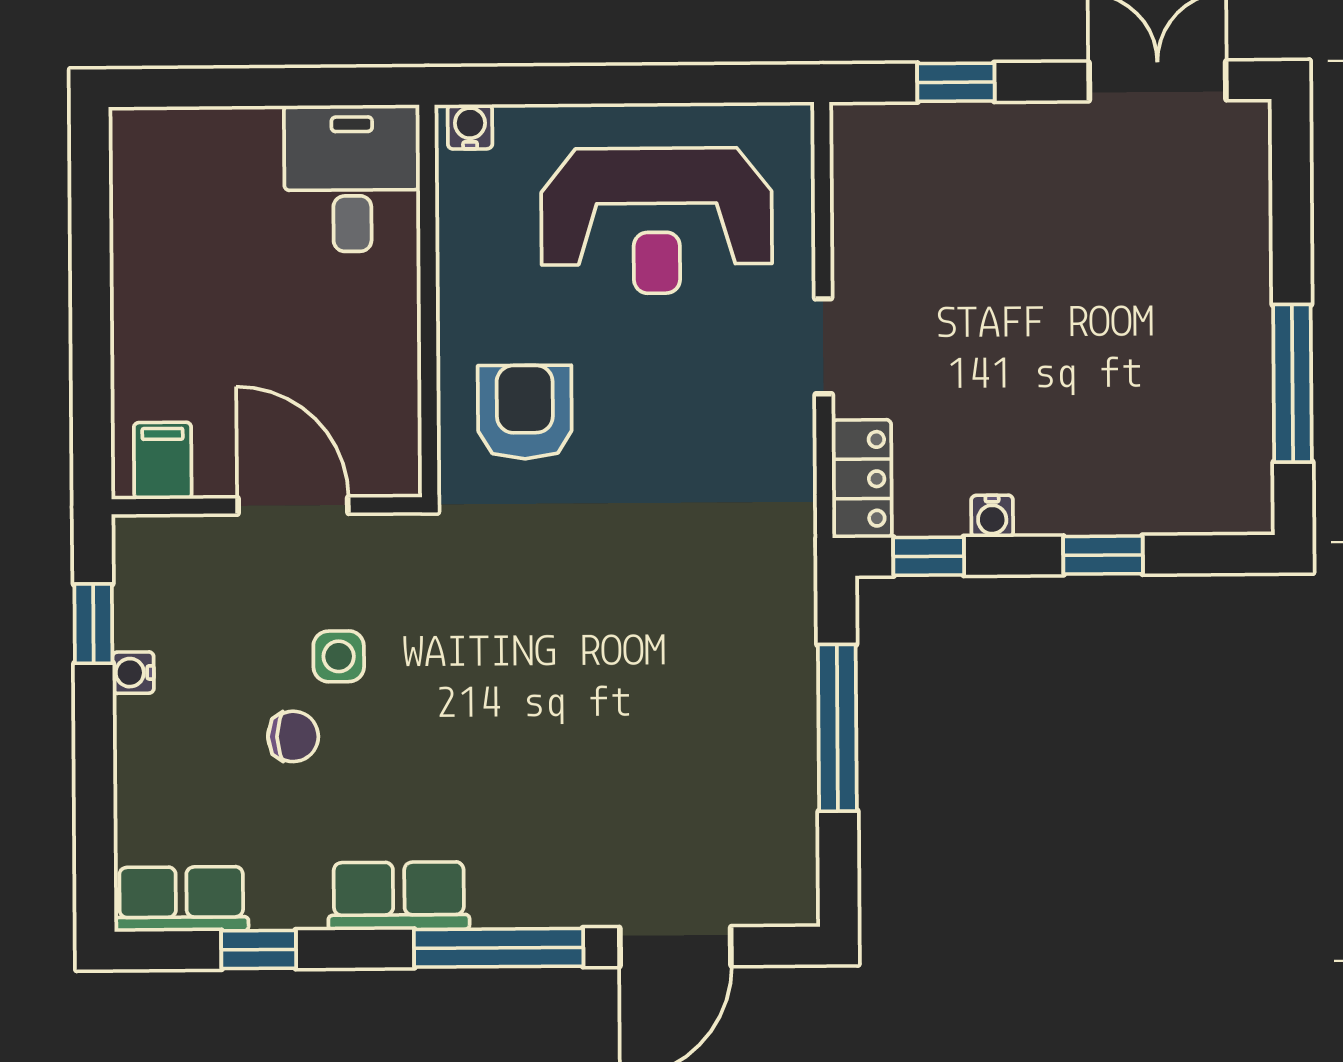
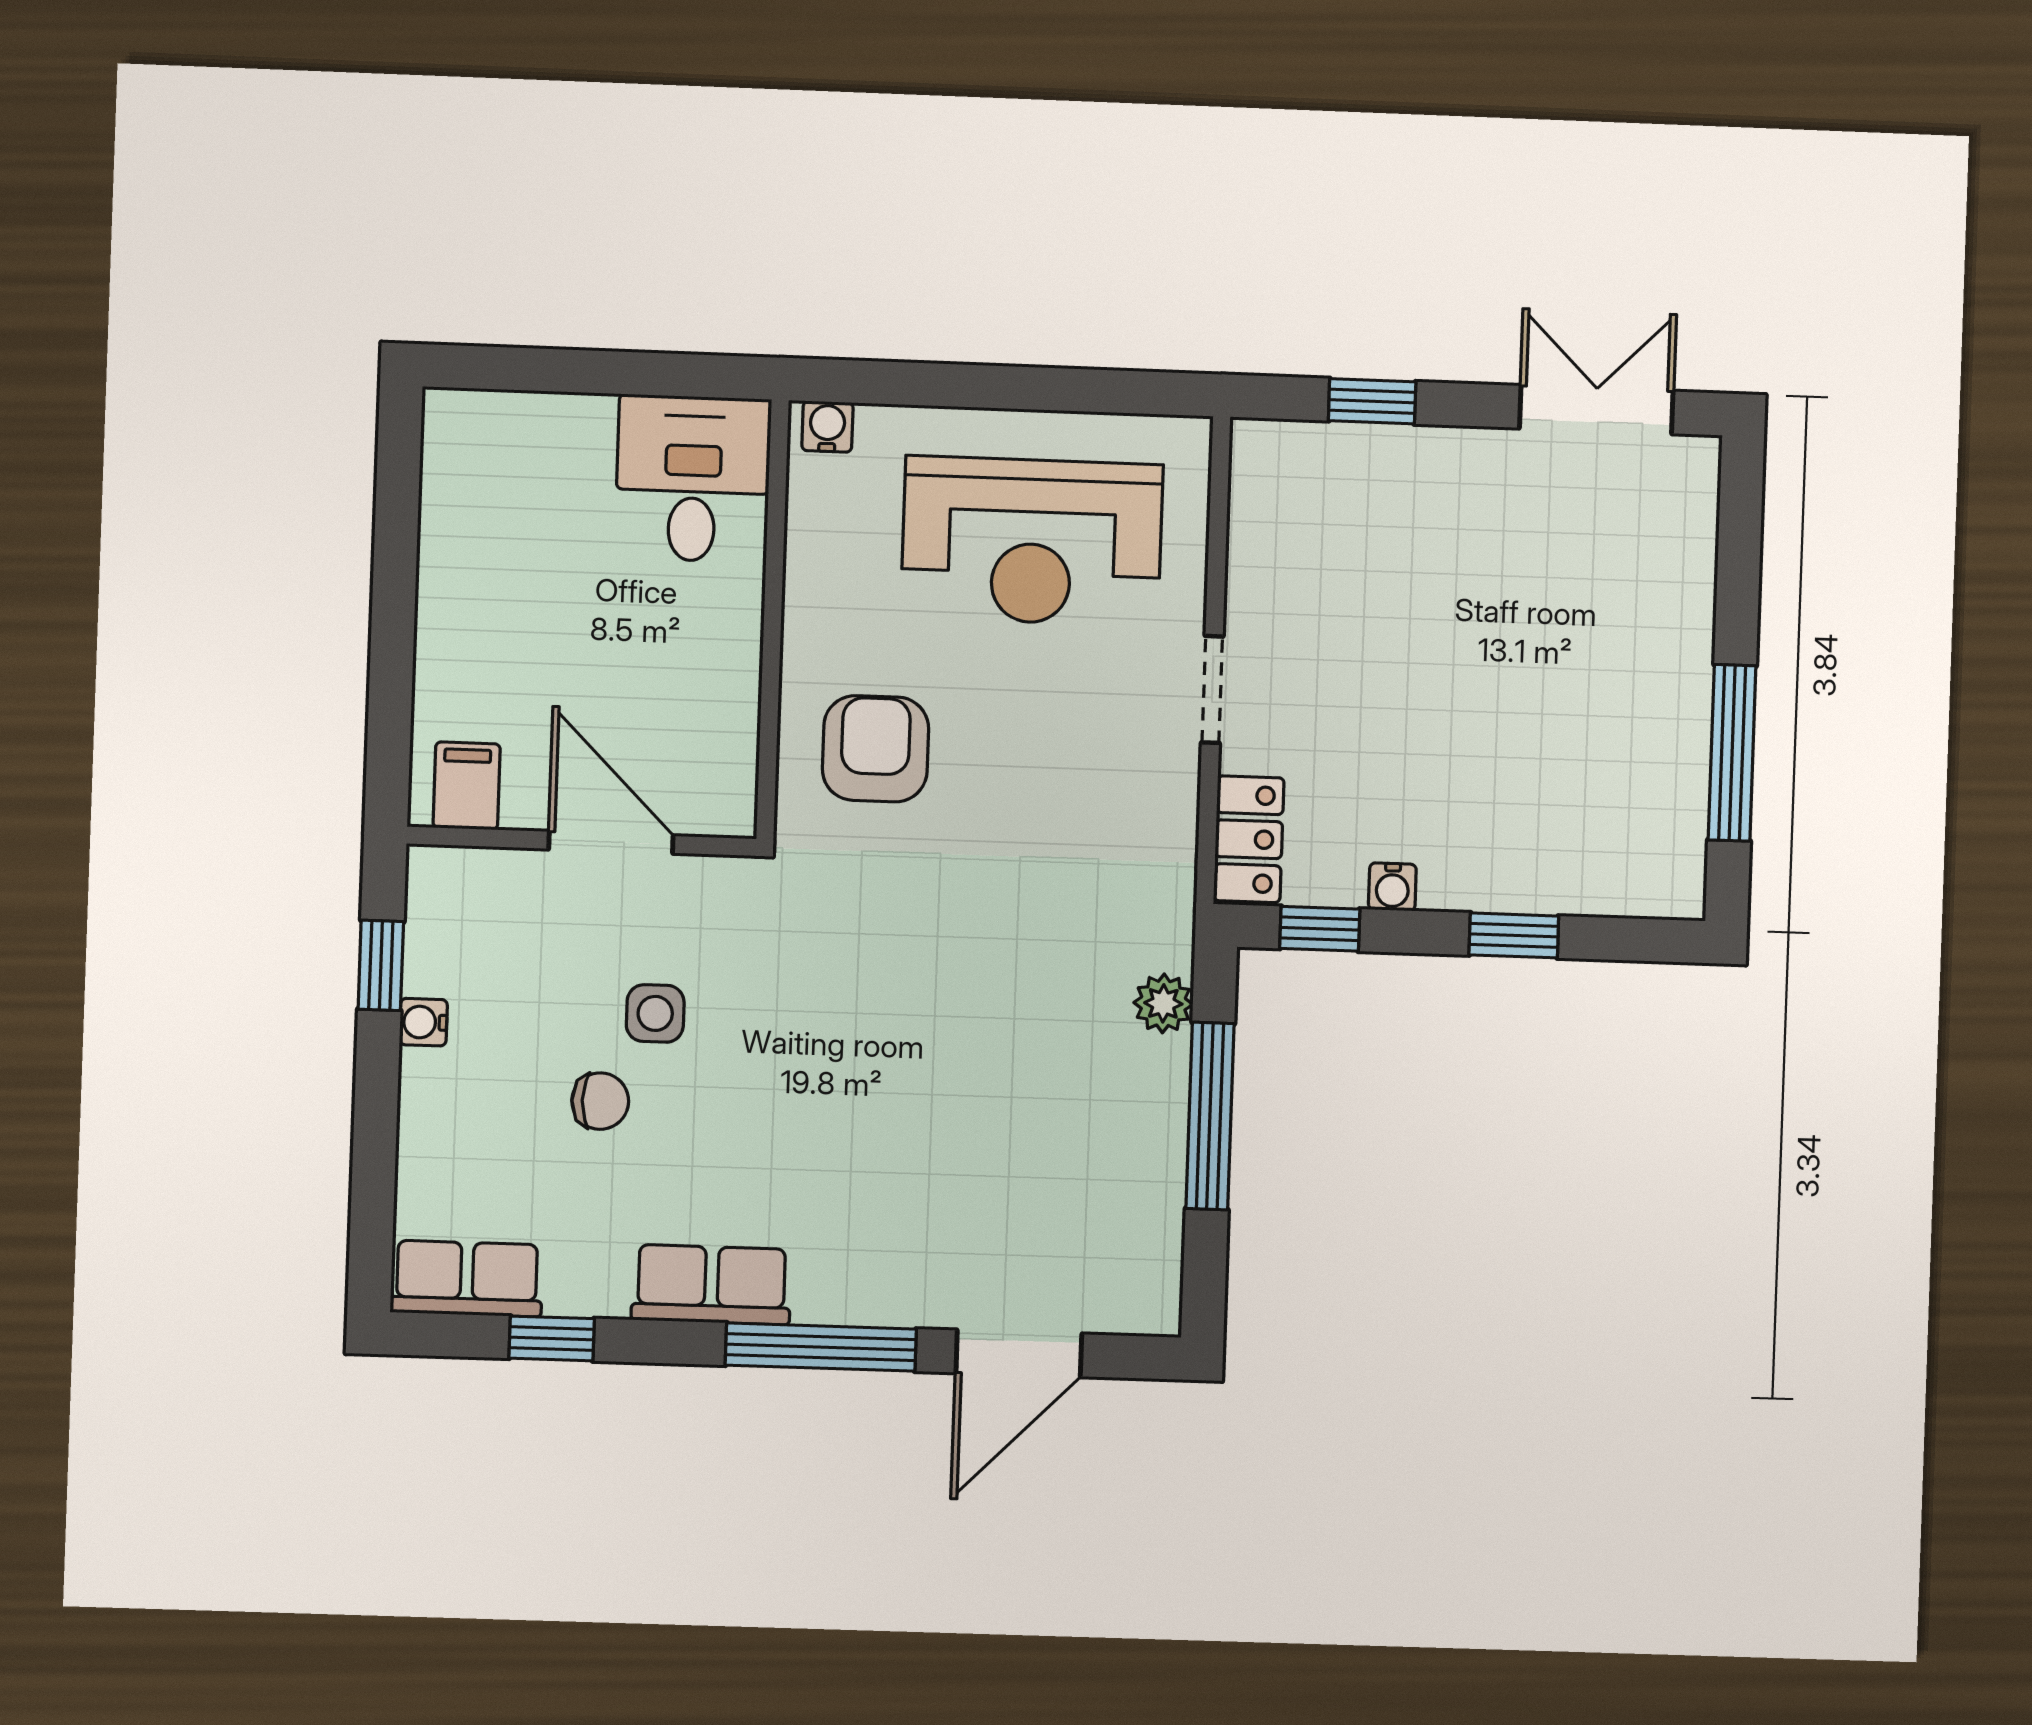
plant: (791, 629) -> (1163, 1003), added

